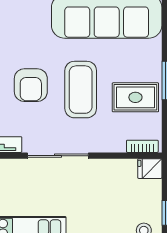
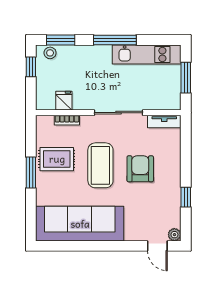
bookcase: (142, 146) -> (67, 120), moved
fridge: (150, 169) -> (64, 101), moved, turned -90

